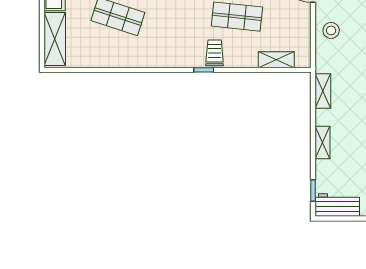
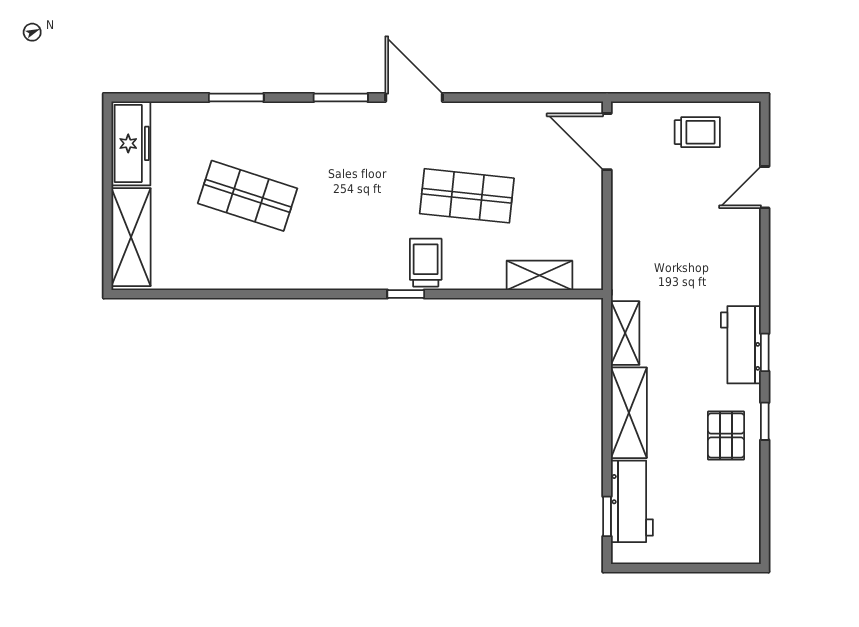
stool: (331, 30) -> (640, 222), removed
shelving: (322, 142) -> (629, 413), width x1.50, depth x1.33
workbench: (337, 205) -> (632, 501), moved, turned 90

